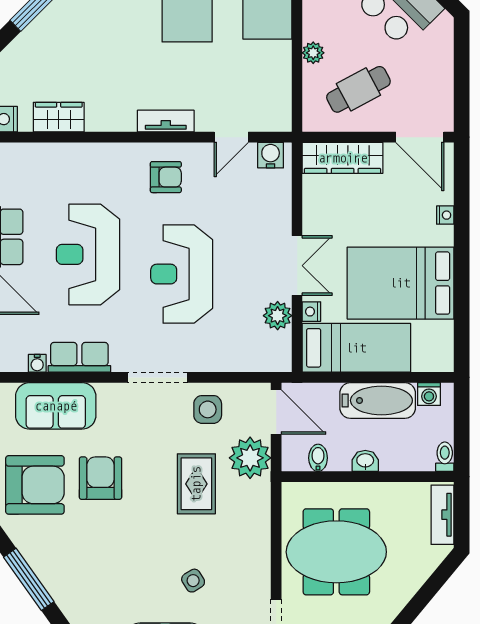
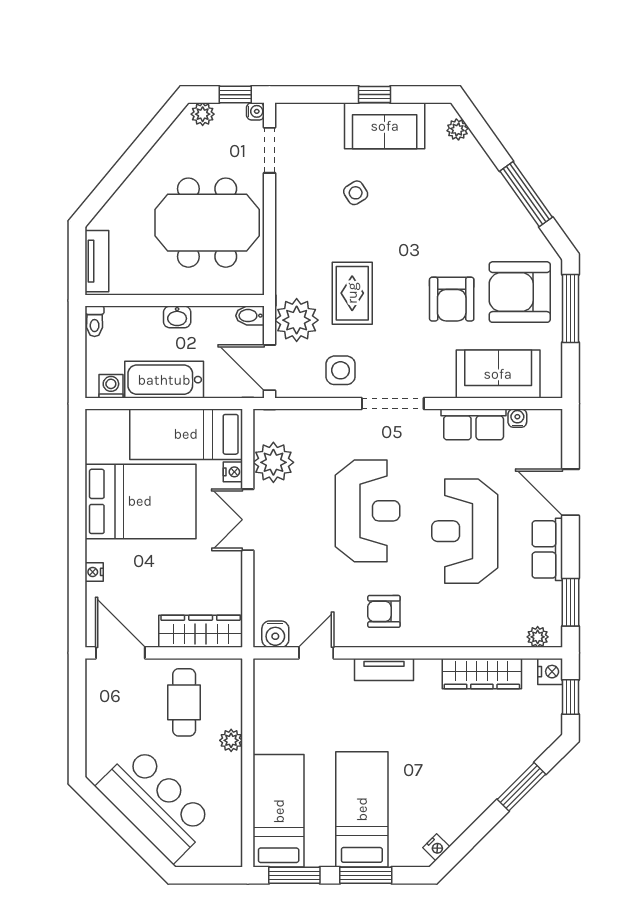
cafe table: (358, 89) -> (184, 702), turned -62
wardrobe: (59, 117) -> (482, 674), width x1.50
plant: (18, 152) -> (538, 637), added
reception desk: (88, 254) -> (465, 531), turned 180
plant: (278, 316) -> (273, 462), width x1.36, depth x1.36
bidet: (318, 458) -> (250, 316), moved, turned 90

